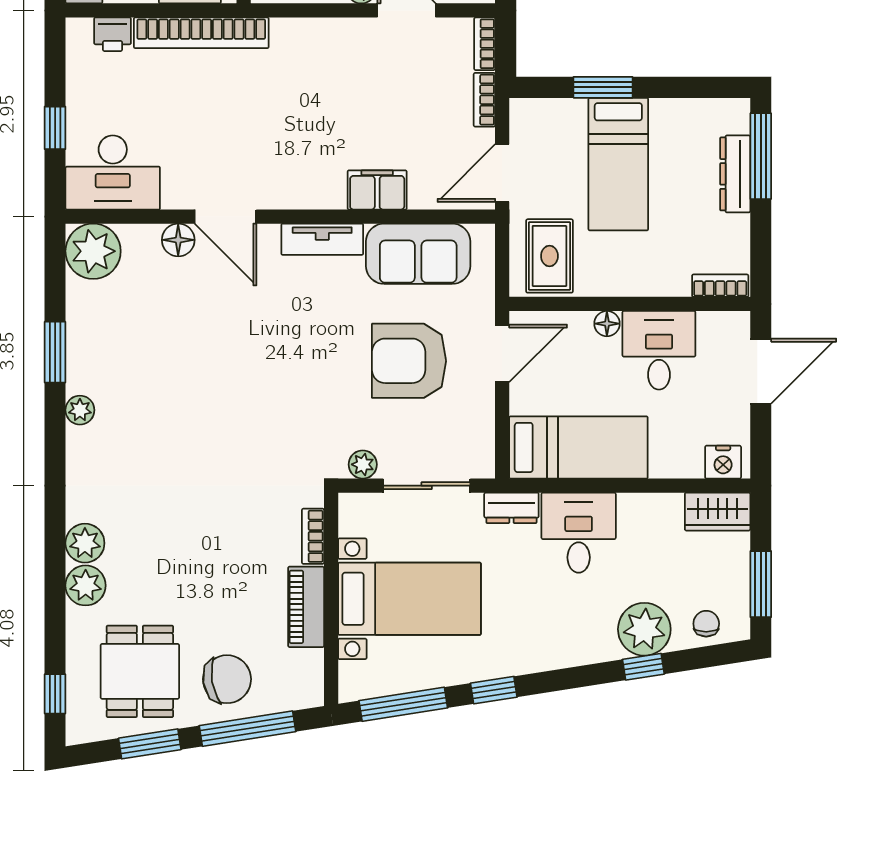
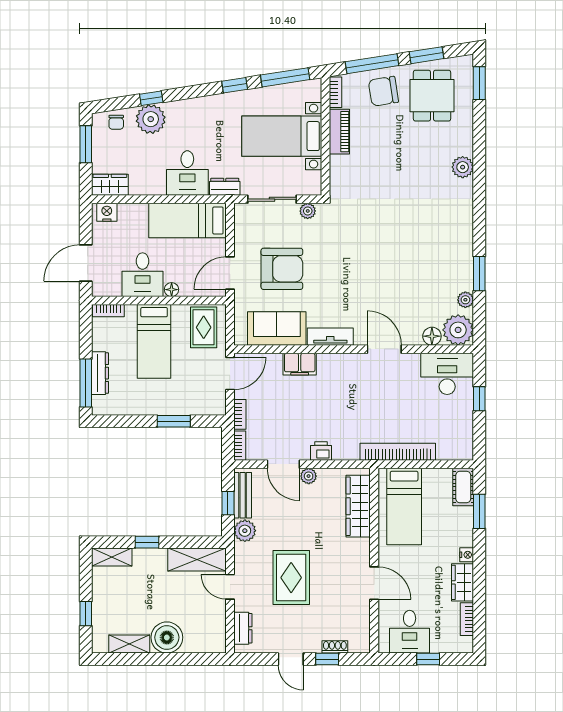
printer: (113, 34) -> (321, 451), moved
bed: (618, 164) -> (154, 341), moved, turned 180
floor lamp: (178, 240) -> (432, 336), moved
plant: (80, 410) -> (465, 300), moved
bookcase: (313, 536) -> (335, 92), moved
plant: (86, 585) -> (462, 144), removed
window: (55, 694) -> (479, 83), width x1.50

